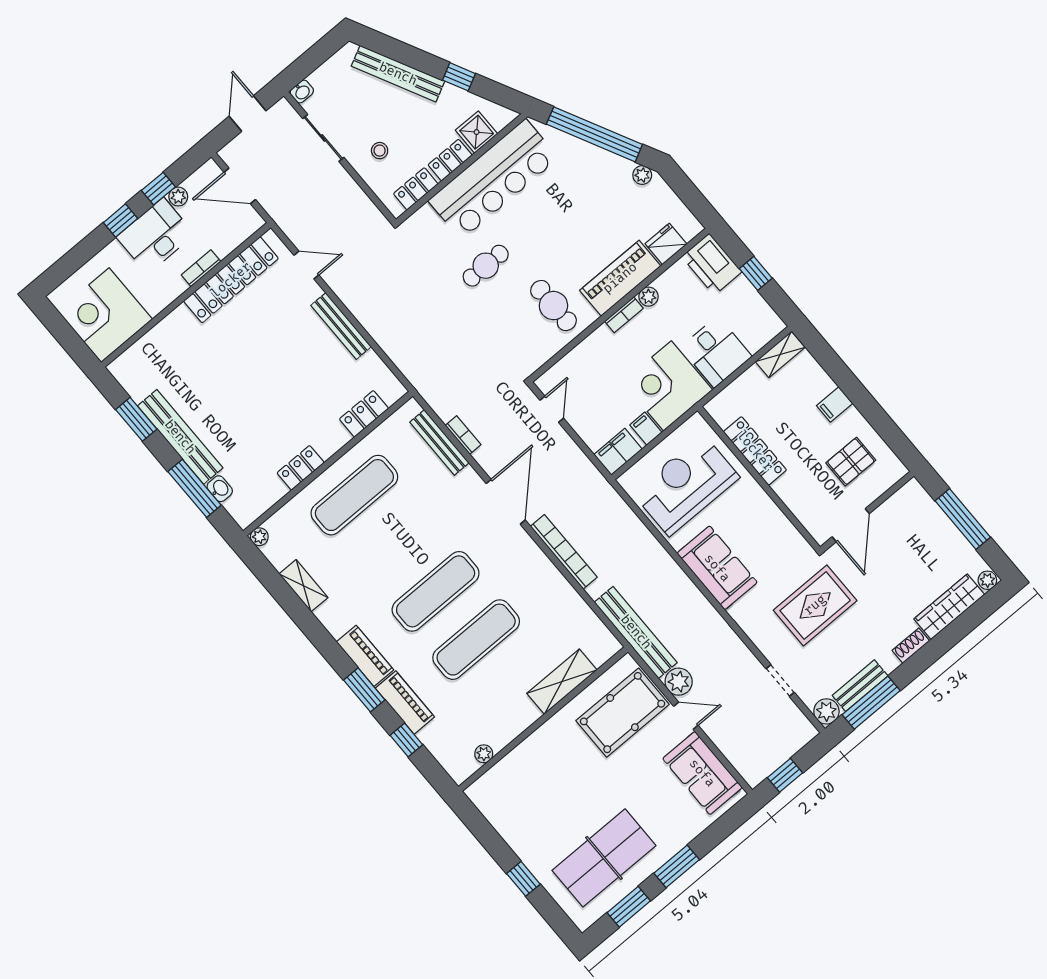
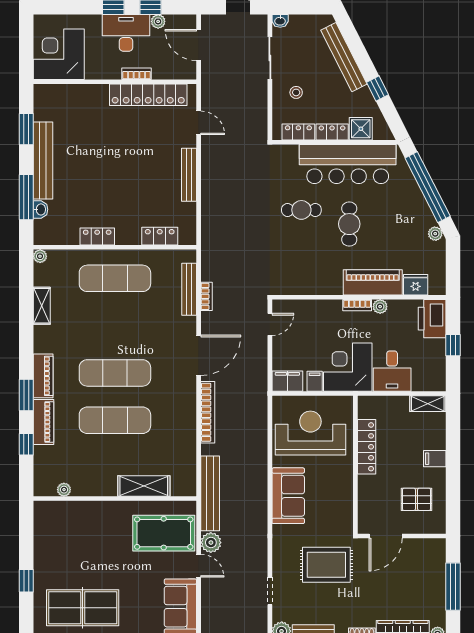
cafe table: (553, 306) -> (349, 224), moved

